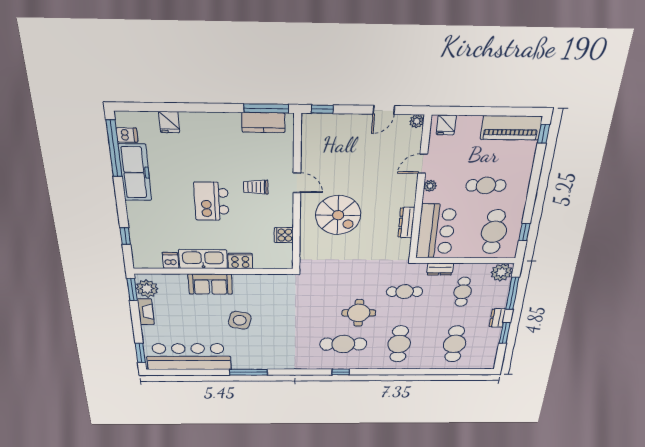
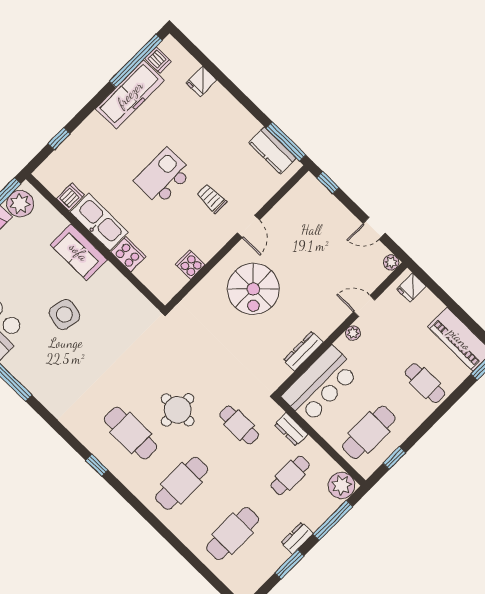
cafe table: (486, 185) -> (425, 383), moved

